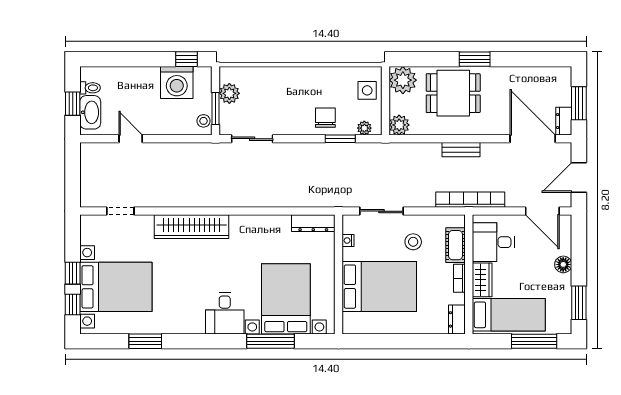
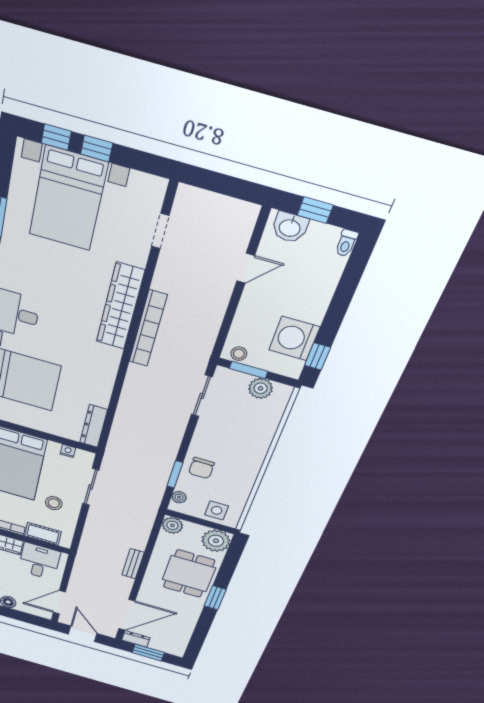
toilet: (90, 88) -> (346, 243), moved
washbasin: (90, 112) -> (290, 227), width x0.72
chair: (325, 118) -> (201, 468), turned 90
bookcase: (470, 200) -> (148, 329), moved

